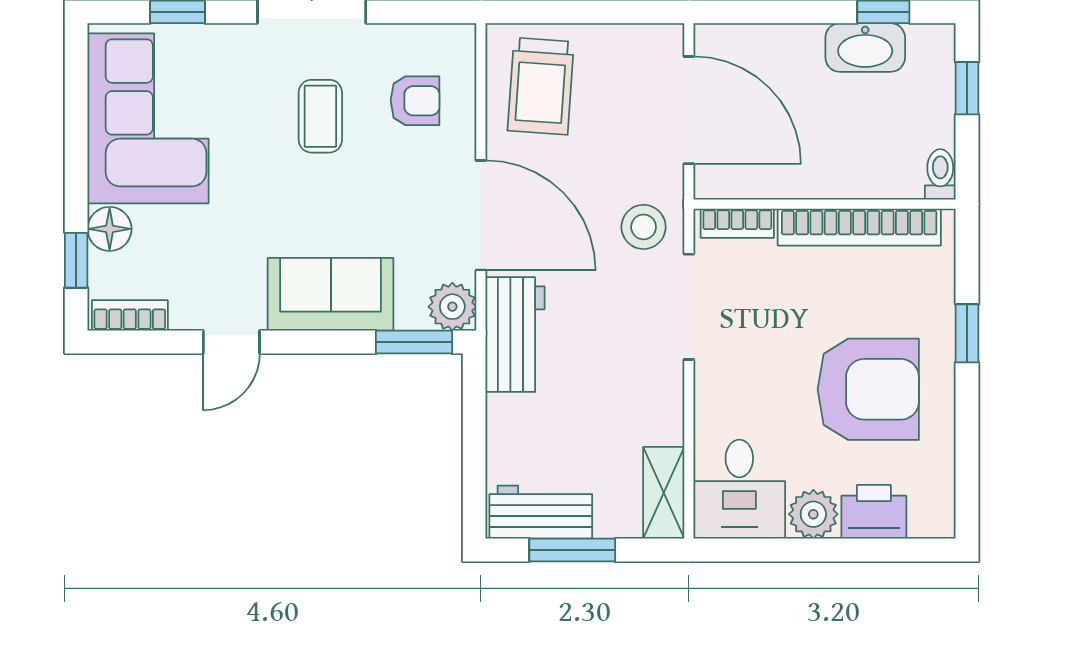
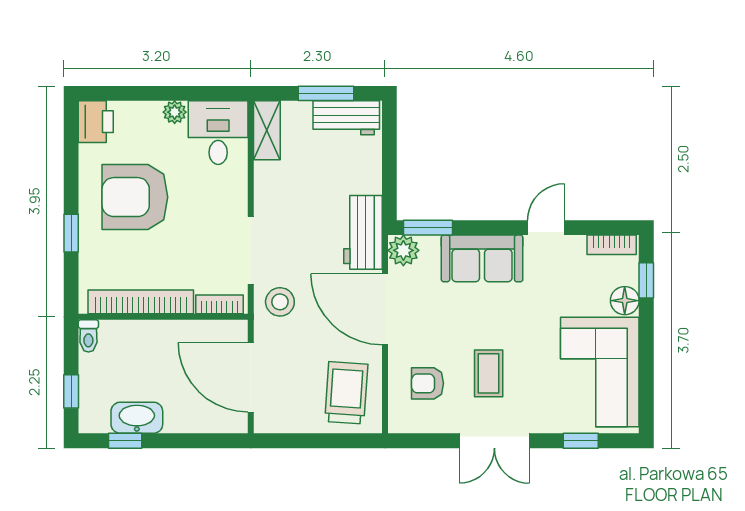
printer: (874, 512) -> (96, 122), moved, turned -90
plant: (813, 514) -> (175, 112), width x0.73, depth x0.73

